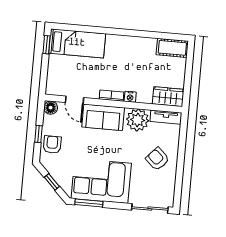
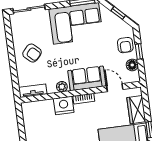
nightstand: (130, 97) -> (64, 105), width x1.89, depth x1.79
wardrobe: (168, 97) -> (136, 110), moved, turned 90
floor lamp: (51, 108) -> (132, 65), moved
plant: (138, 120) -> (62, 87), width x0.53, depth x0.53

